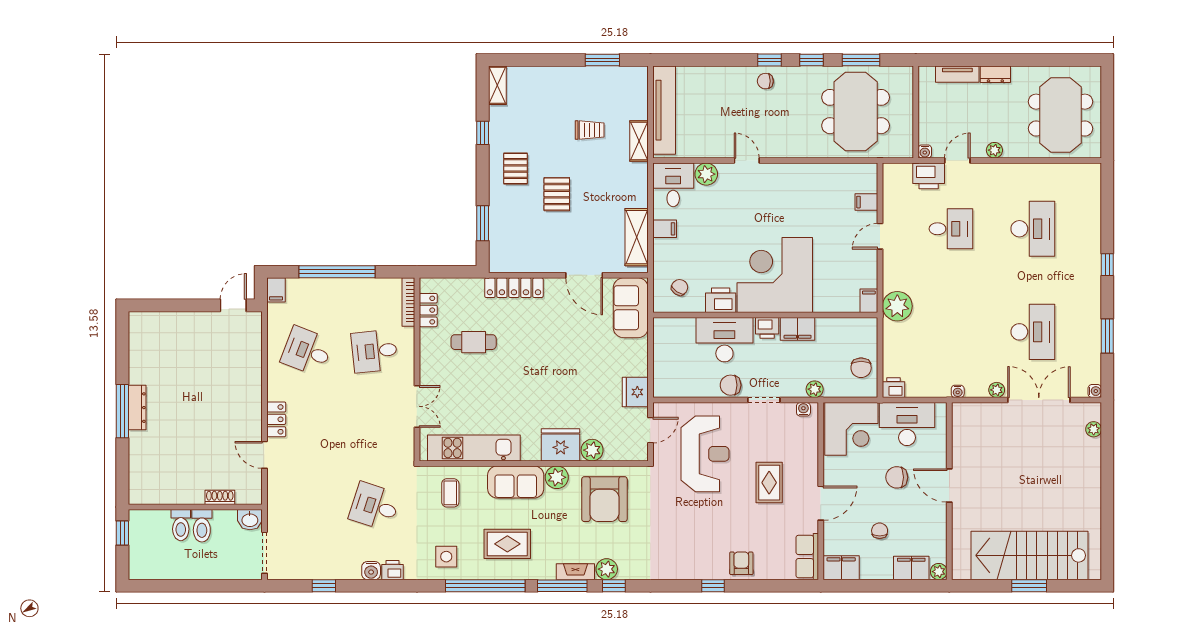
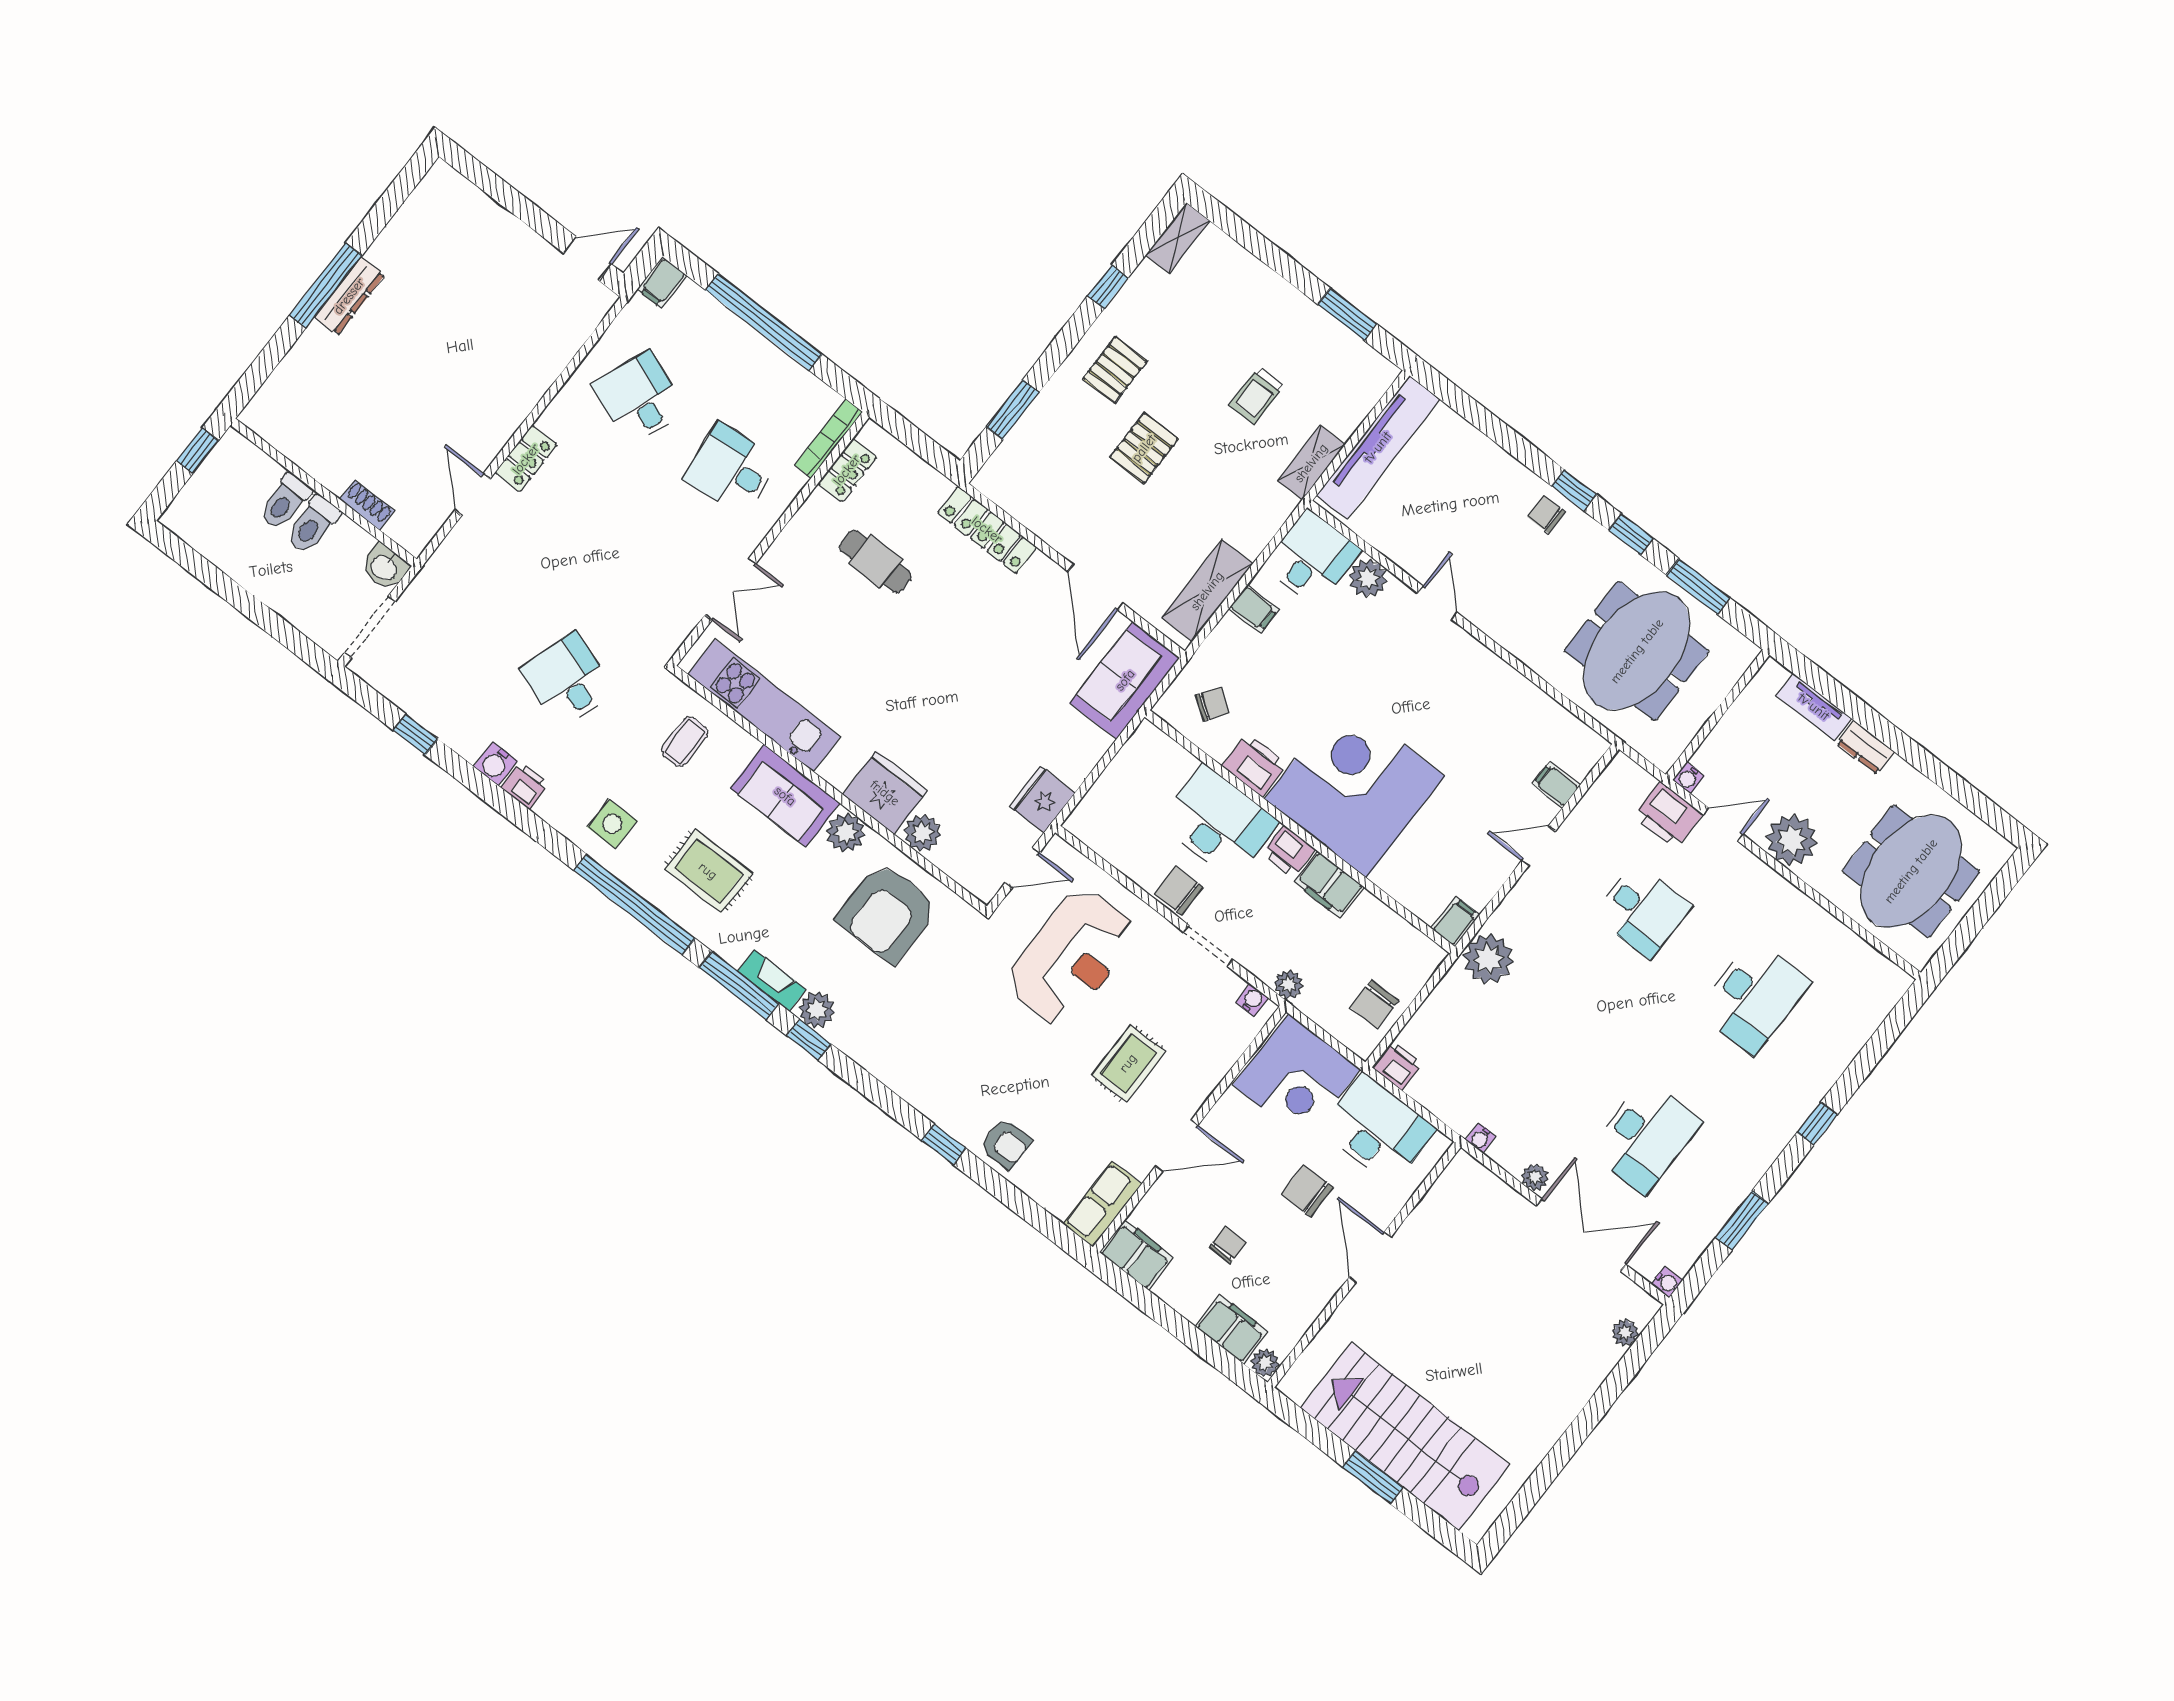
trolley: (590, 130) -> (1256, 396), turned 90
plant: (994, 150) -> (1792, 840), width x1.88, depth x1.88
armchair: (741, 563) -> (1006, 1144), turned 90

